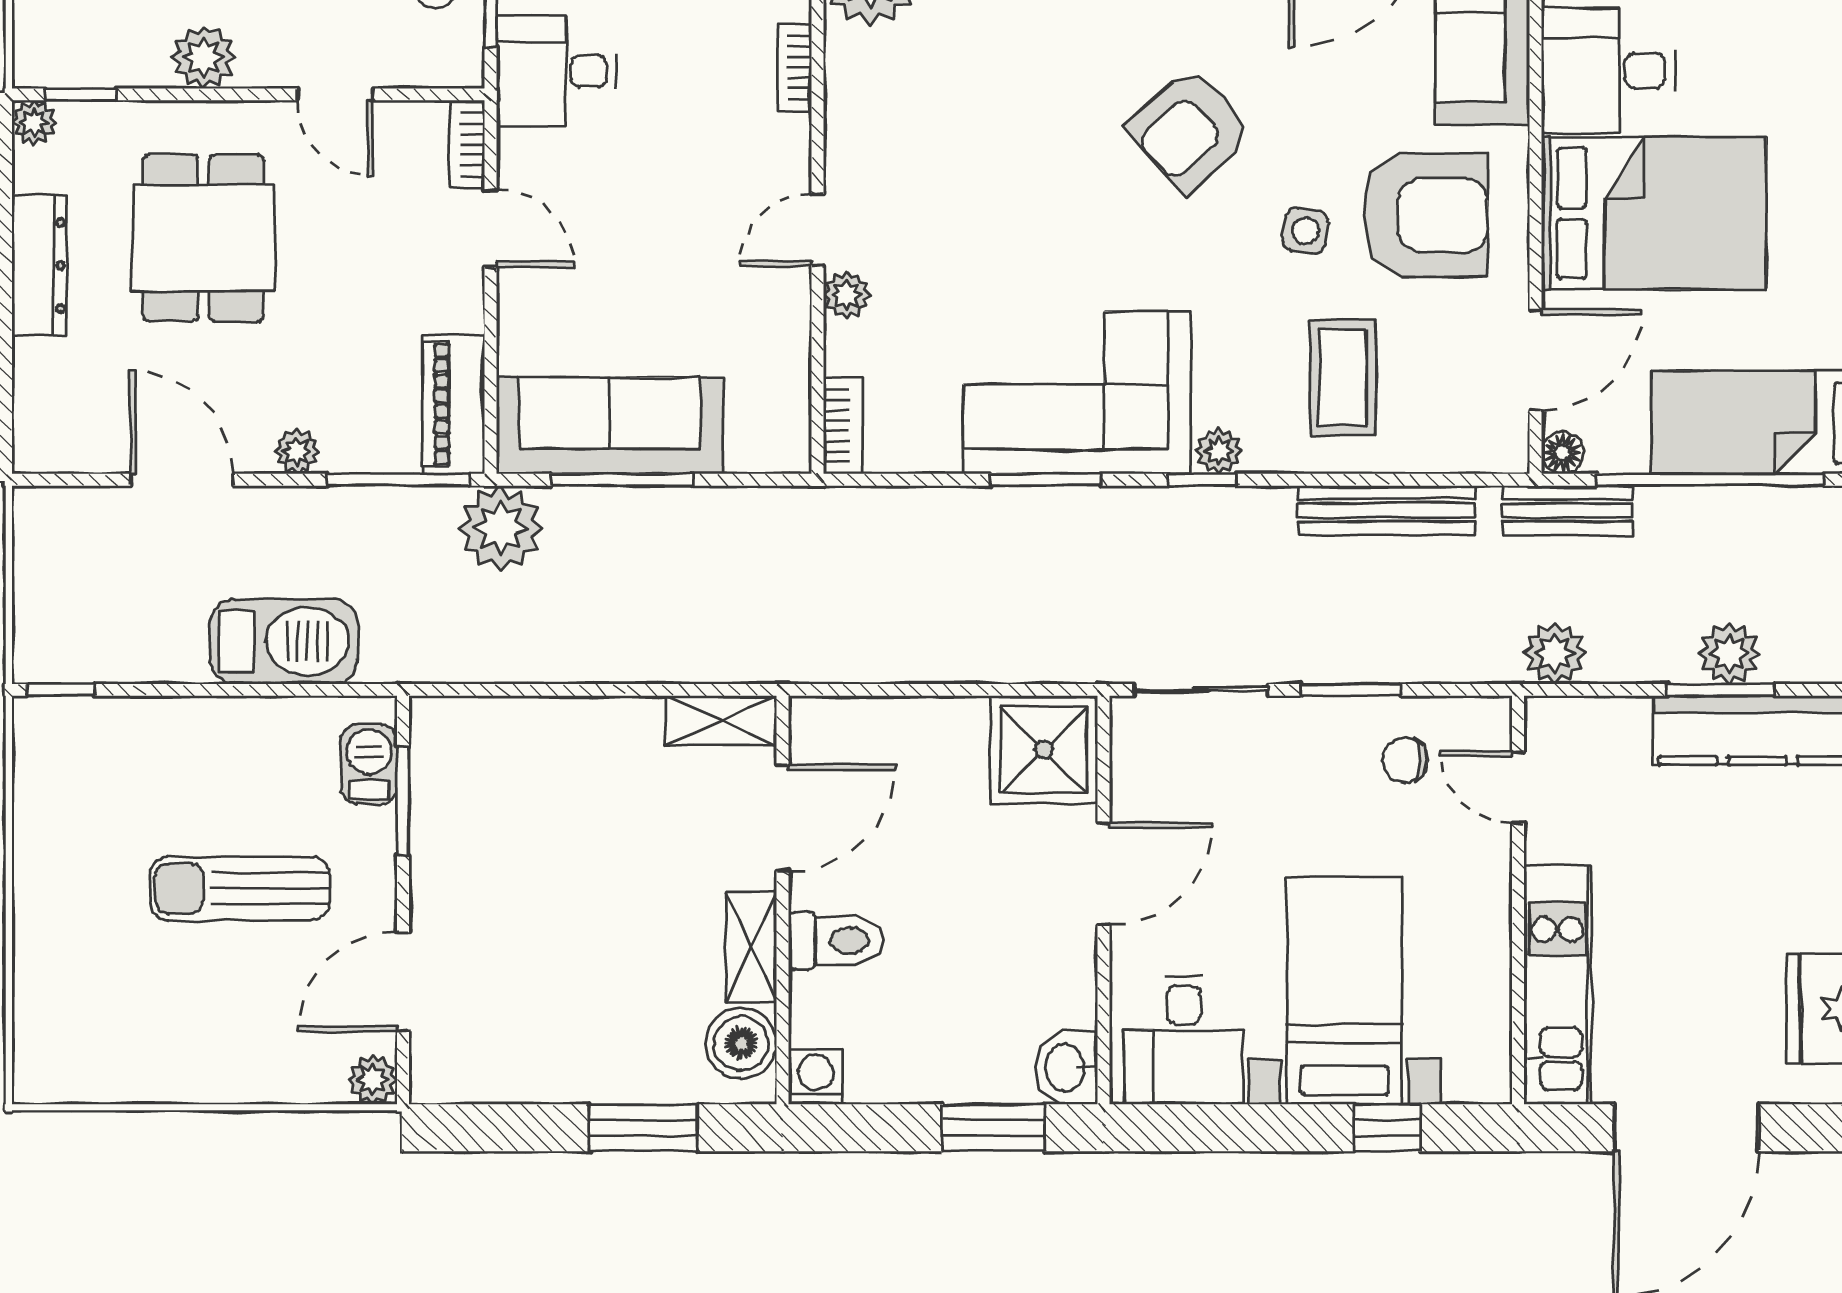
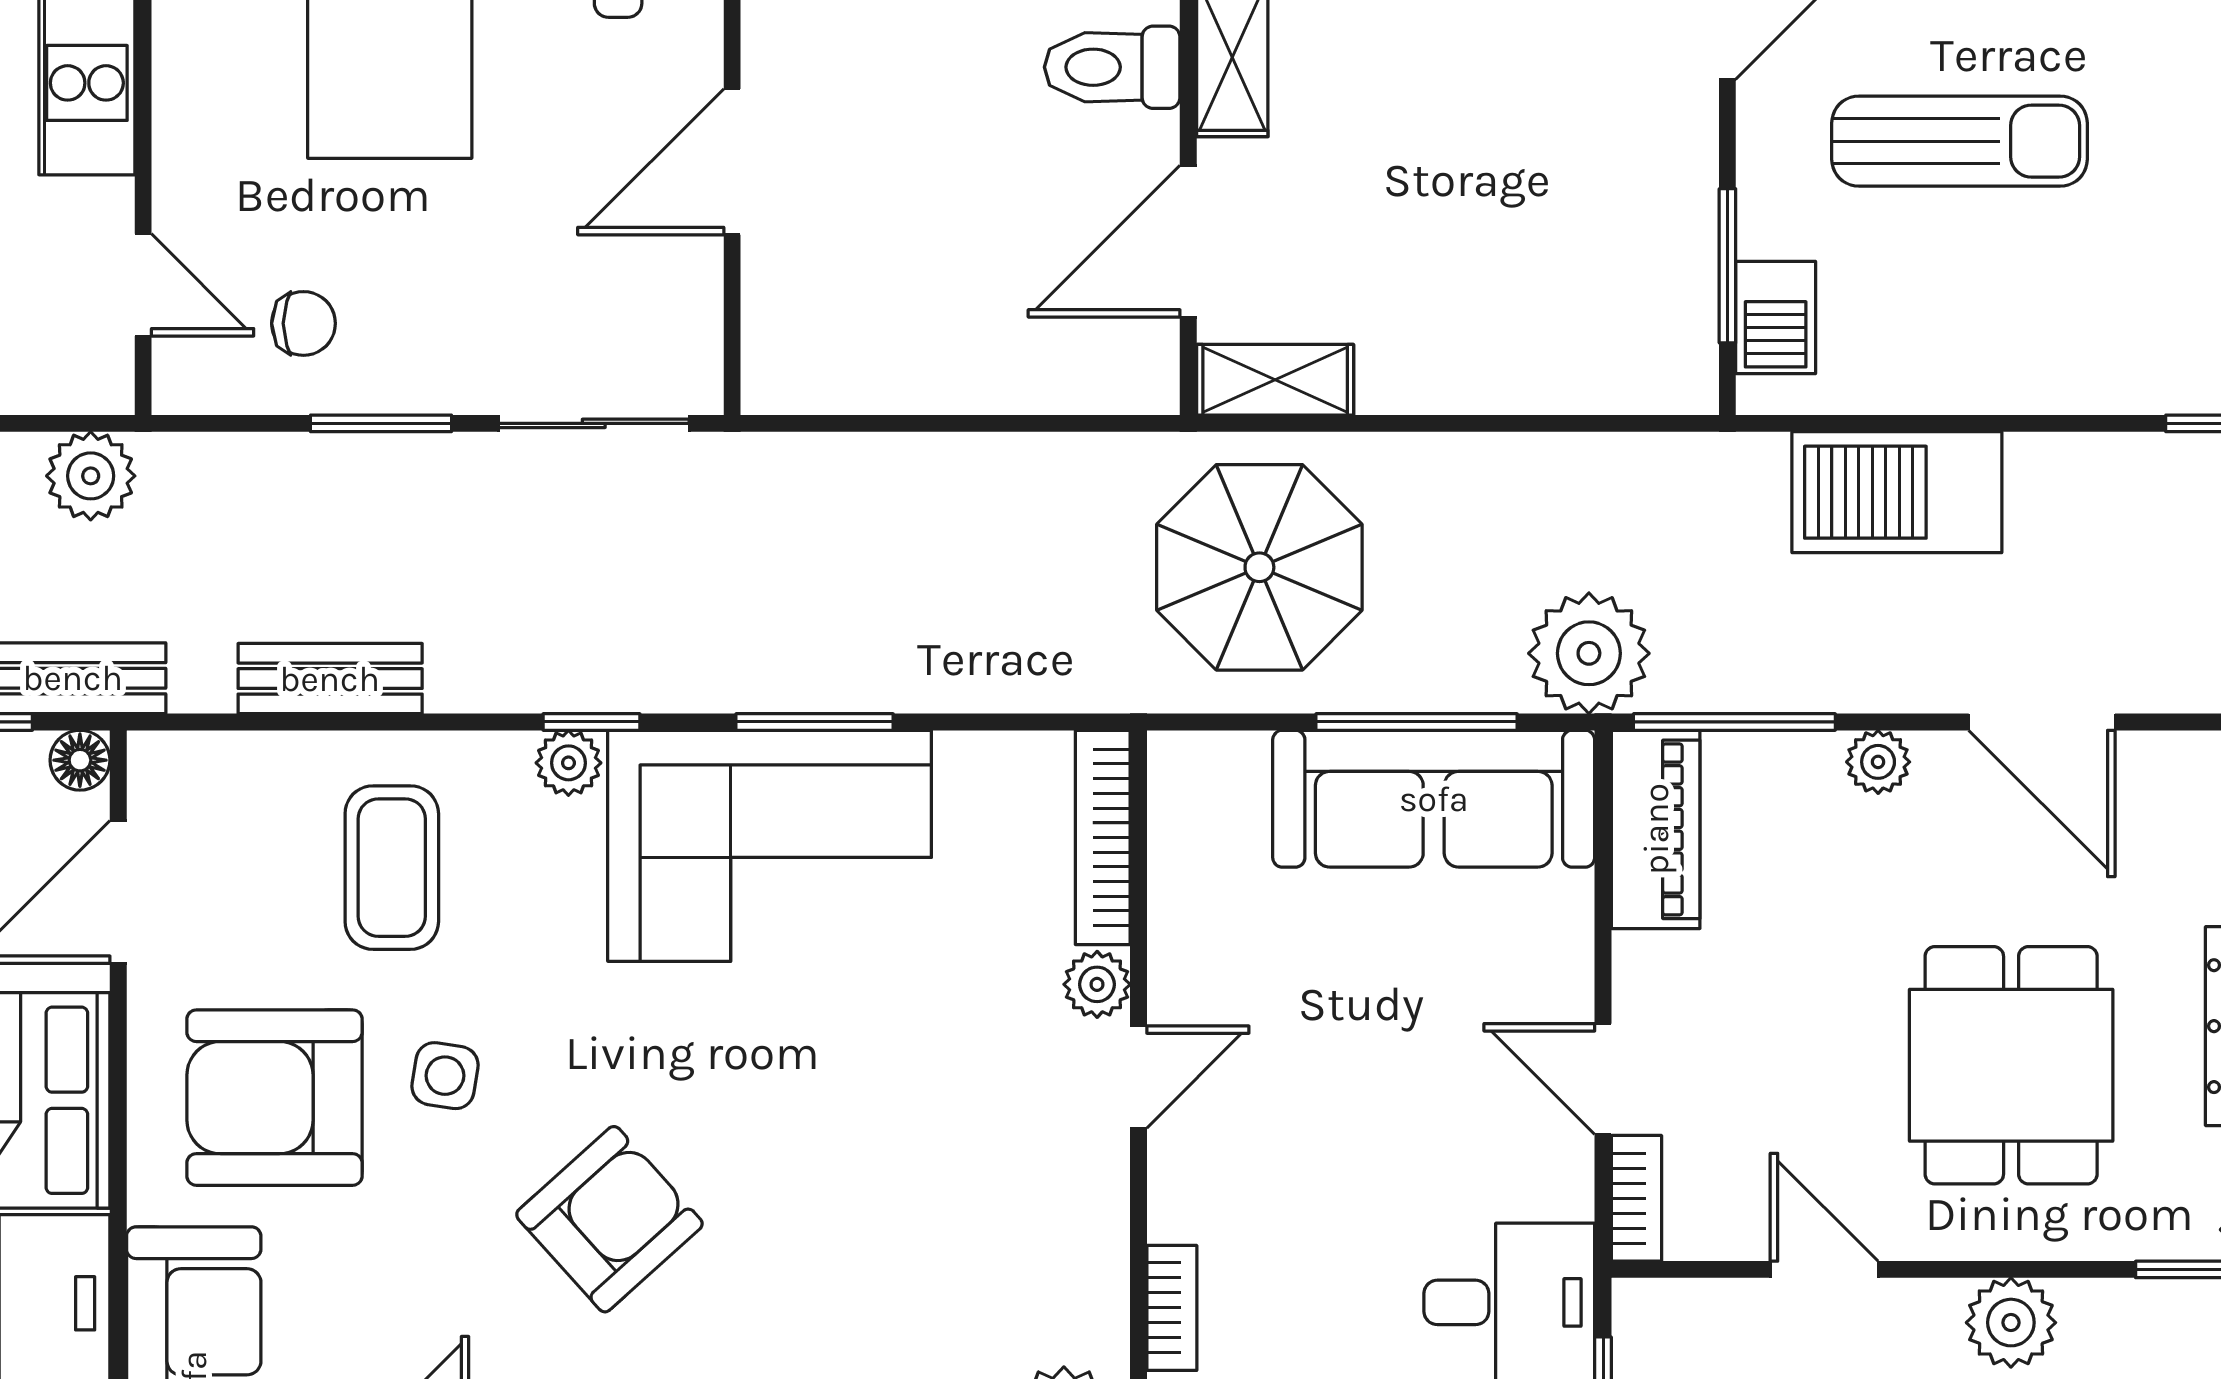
bookcase: (843, 426) -> (1103, 837), width x1.56
bench: (1386, 510) -> (330, 679), width x0.73
parasol: (732, 589) -> (1259, 567), added
shower: (1044, 750) -> (817, 338), removed

